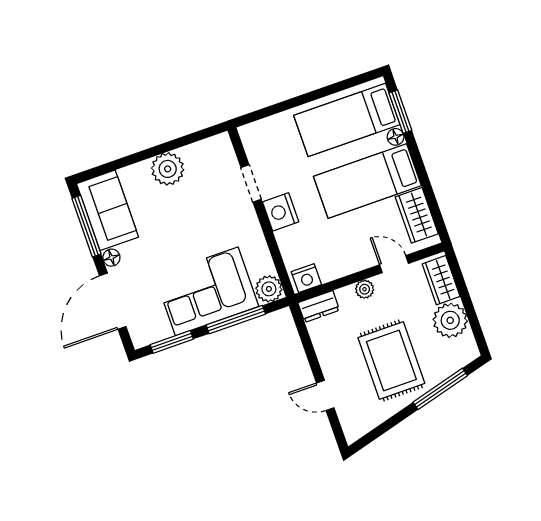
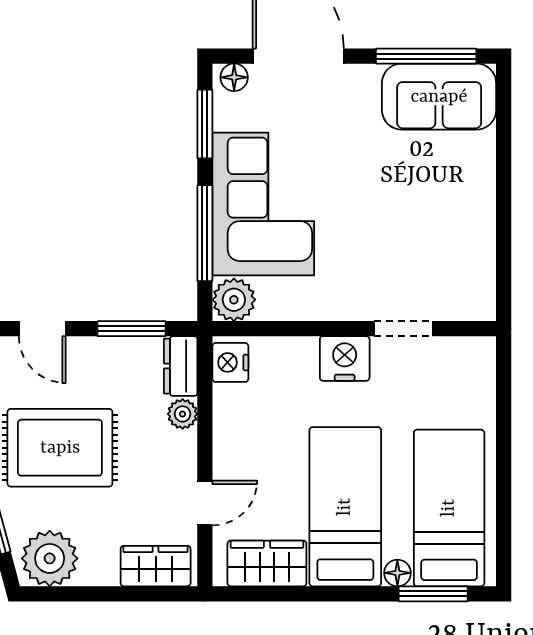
plant: (168, 169) -> (470, 210), removed
floor lamp: (111, 258) -> (234, 77), moved
plant: (365, 289) -> (183, 414), moved
plant: (450, 320) -> (50, 558), moved
window: (307, 343) -> (131, 329), added
door: (325, 395) -> (42, 329), swing flipped

